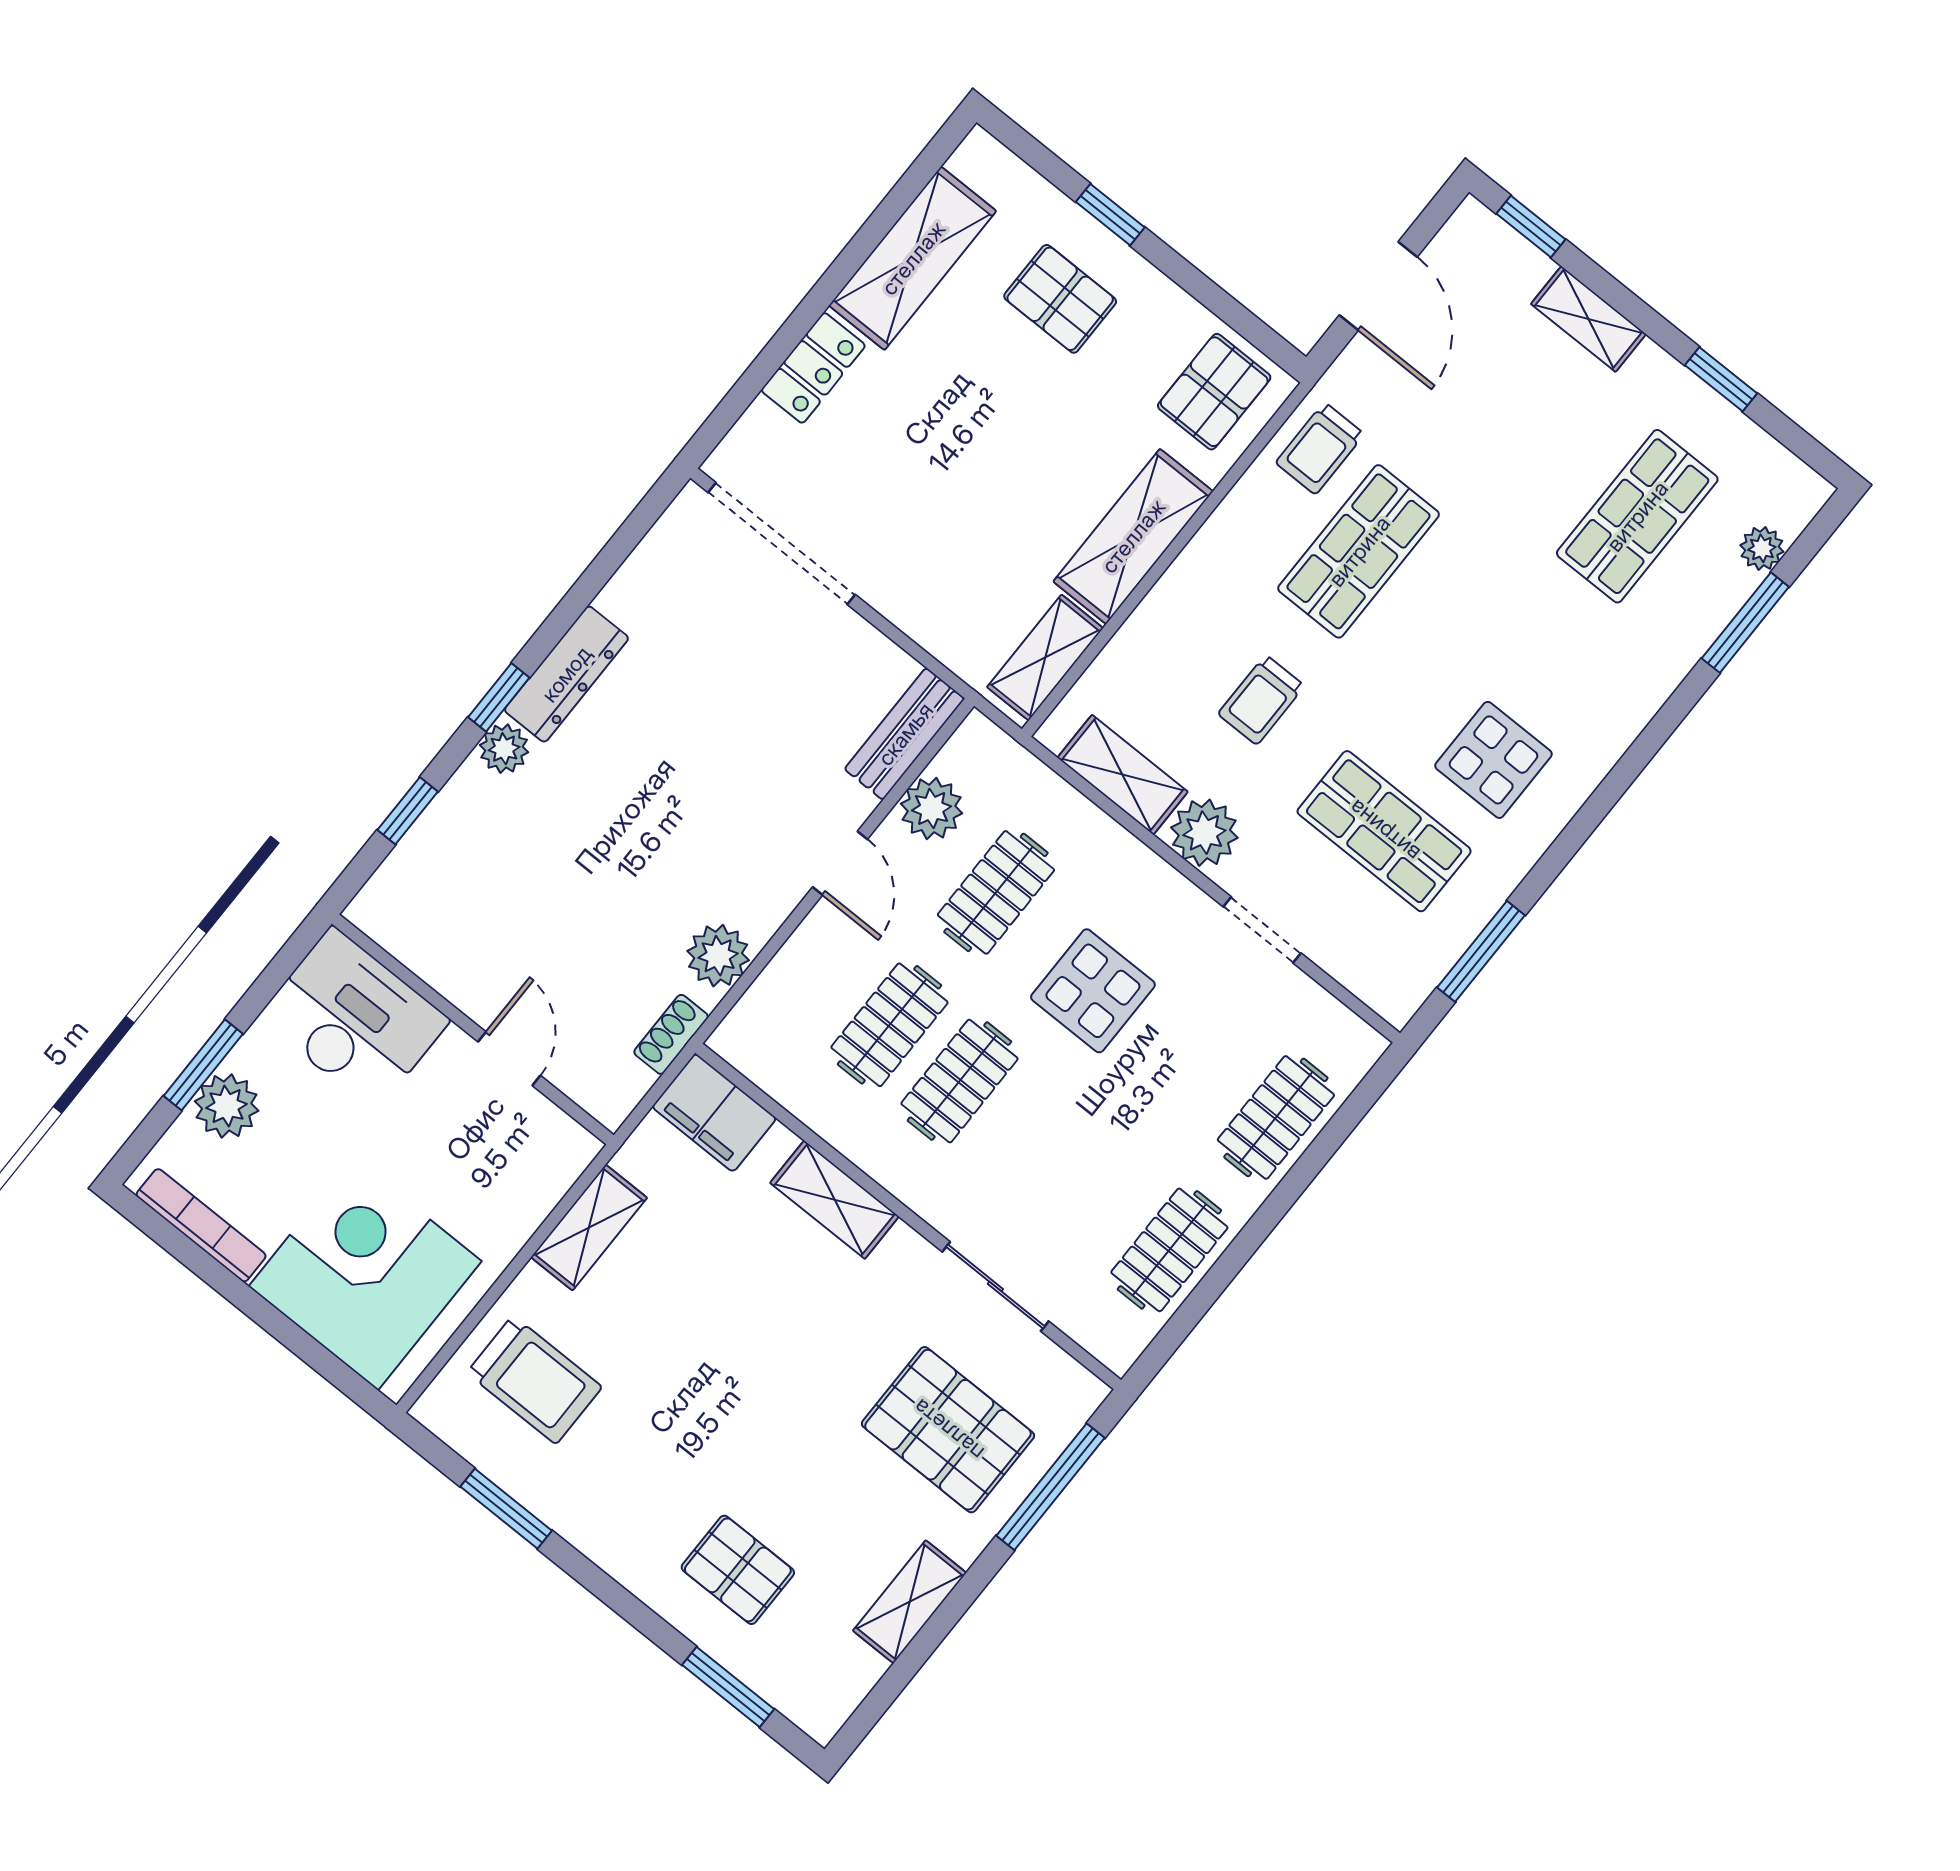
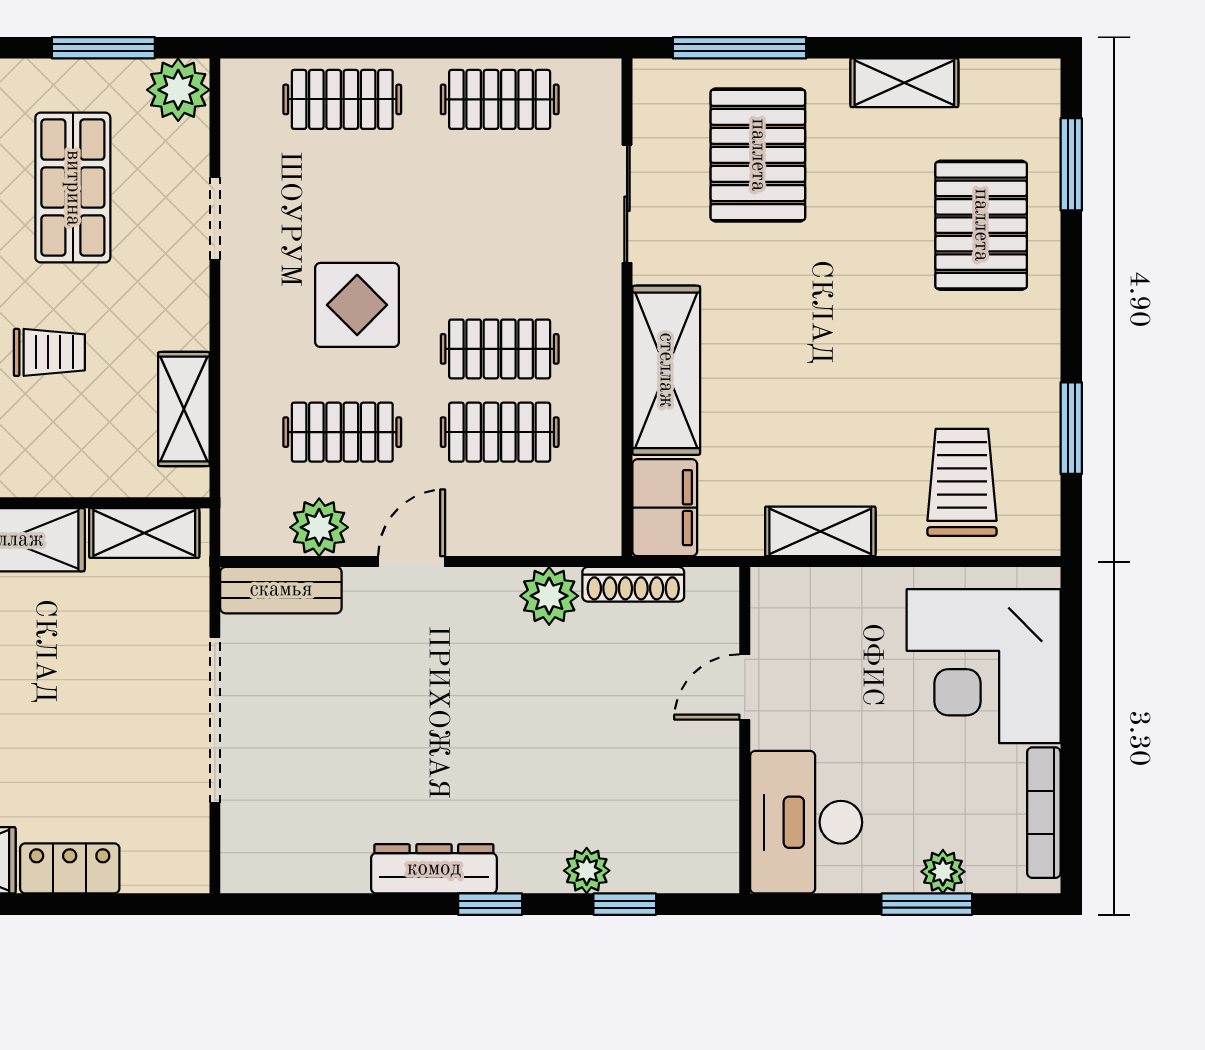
doorway: (782, 544) -> (215, 720), moved
plant: (504, 749) -> (587, 871), moved
plant: (1204, 833) -> (178, 90), moved
shoe rack: (671, 1034) -> (633, 584), width x1.43
plant: (227, 1106) -> (943, 872), width x0.73, depth x0.73
shelving: (835, 1200) -> (666, 370), width x1.50, depth x1.33
pallet: (738, 1570) -> (981, 225), width x1.50, depth x1.42

